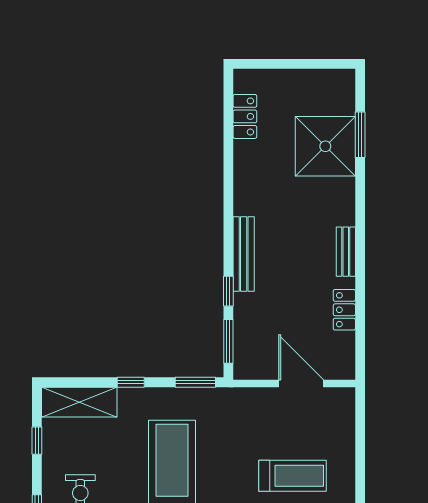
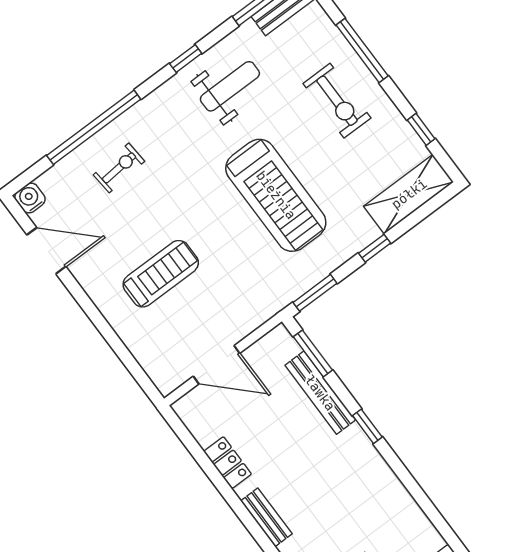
bench: (244, 254) -> (320, 393), moved
window: (228, 291) -> (367, 426), moved
treadmill: (293, 476) -> (161, 274), turned 180

